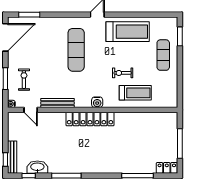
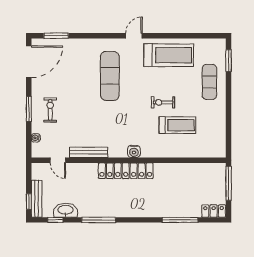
water cooler: (97, 102) -> (134, 151), moved
bench: (57, 103) -> (88, 152), moved
door: (31, 110) -> (58, 160), moved
wall: (93, 110) -> (129, 160), moved
locker: (90, 119) -> (126, 171), moved

